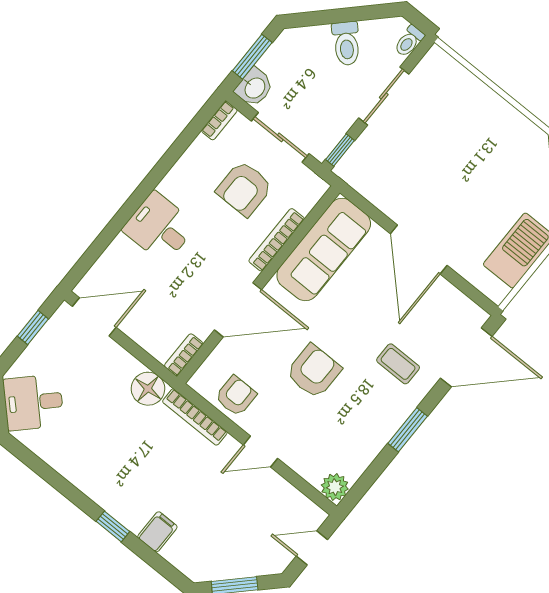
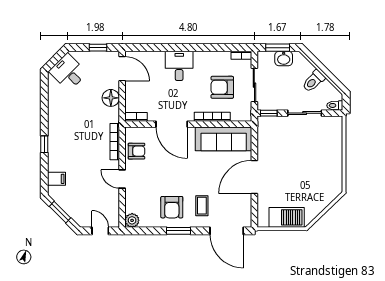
washbasin: (254, 88) -> (284, 58), moved
armchair: (314, 371) -> (172, 207), moved, turned 90
floor lamp: (148, 389) -> (111, 98), moved
filing cabinet: (157, 532) -> (57, 179), moved

